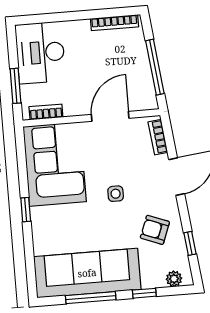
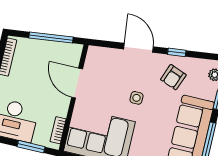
bookcase: (158, 137) -> (104, 52), removed
window: (190, 243) -> (177, 52), moved

